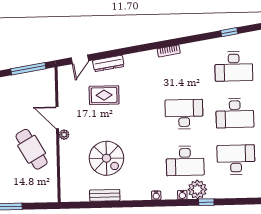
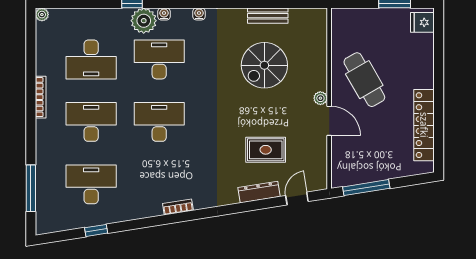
desk: (184, 114) -> (159, 122), turned 180
spiral stairs: (106, 158) -> (264, 65), turned -90

